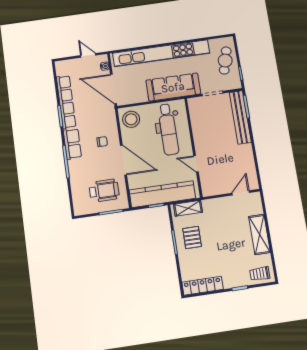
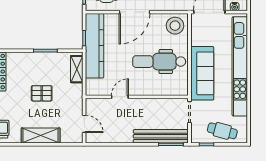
wall: (193, 147) -> (137, 97), moved
door: (196, 164) -> (120, 97), moved
pallet: (192, 237) -> (42, 93), moved

